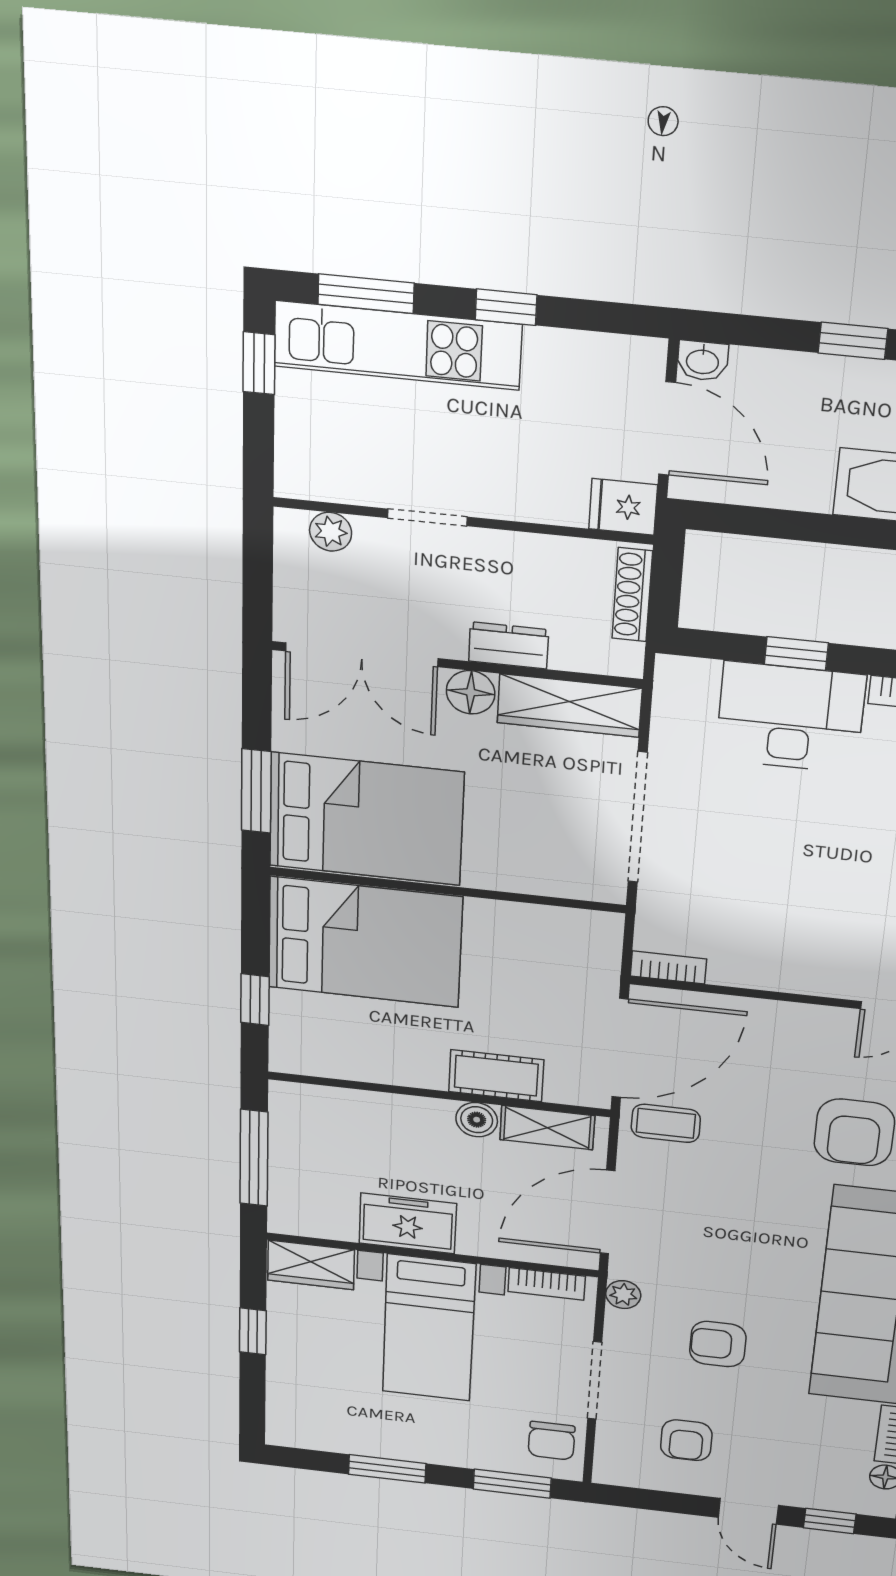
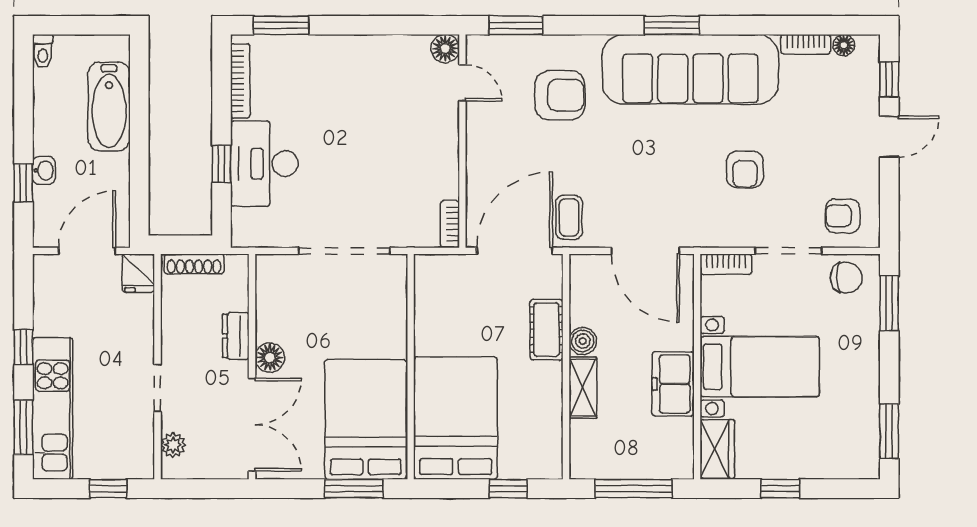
window: (853, 341) -> (23, 183), moved
washbasin: (703, 361) -> (44, 170), moved
window: (259, 363) -> (108, 489), moved
wardrobe: (569, 705) -> (272, 297), removed
door: (620, 1048) -> (515, 251), hinge flipped
shelving: (547, 1128) -> (583, 388), moved
bookcase: (547, 1284) -> (726, 264), moved, turned 90
plant: (623, 1295) -> (712, 236), removed
armchair: (686, 1440) -> (843, 216), moved, turned 180
window: (387, 1469) -> (889, 431), moved

